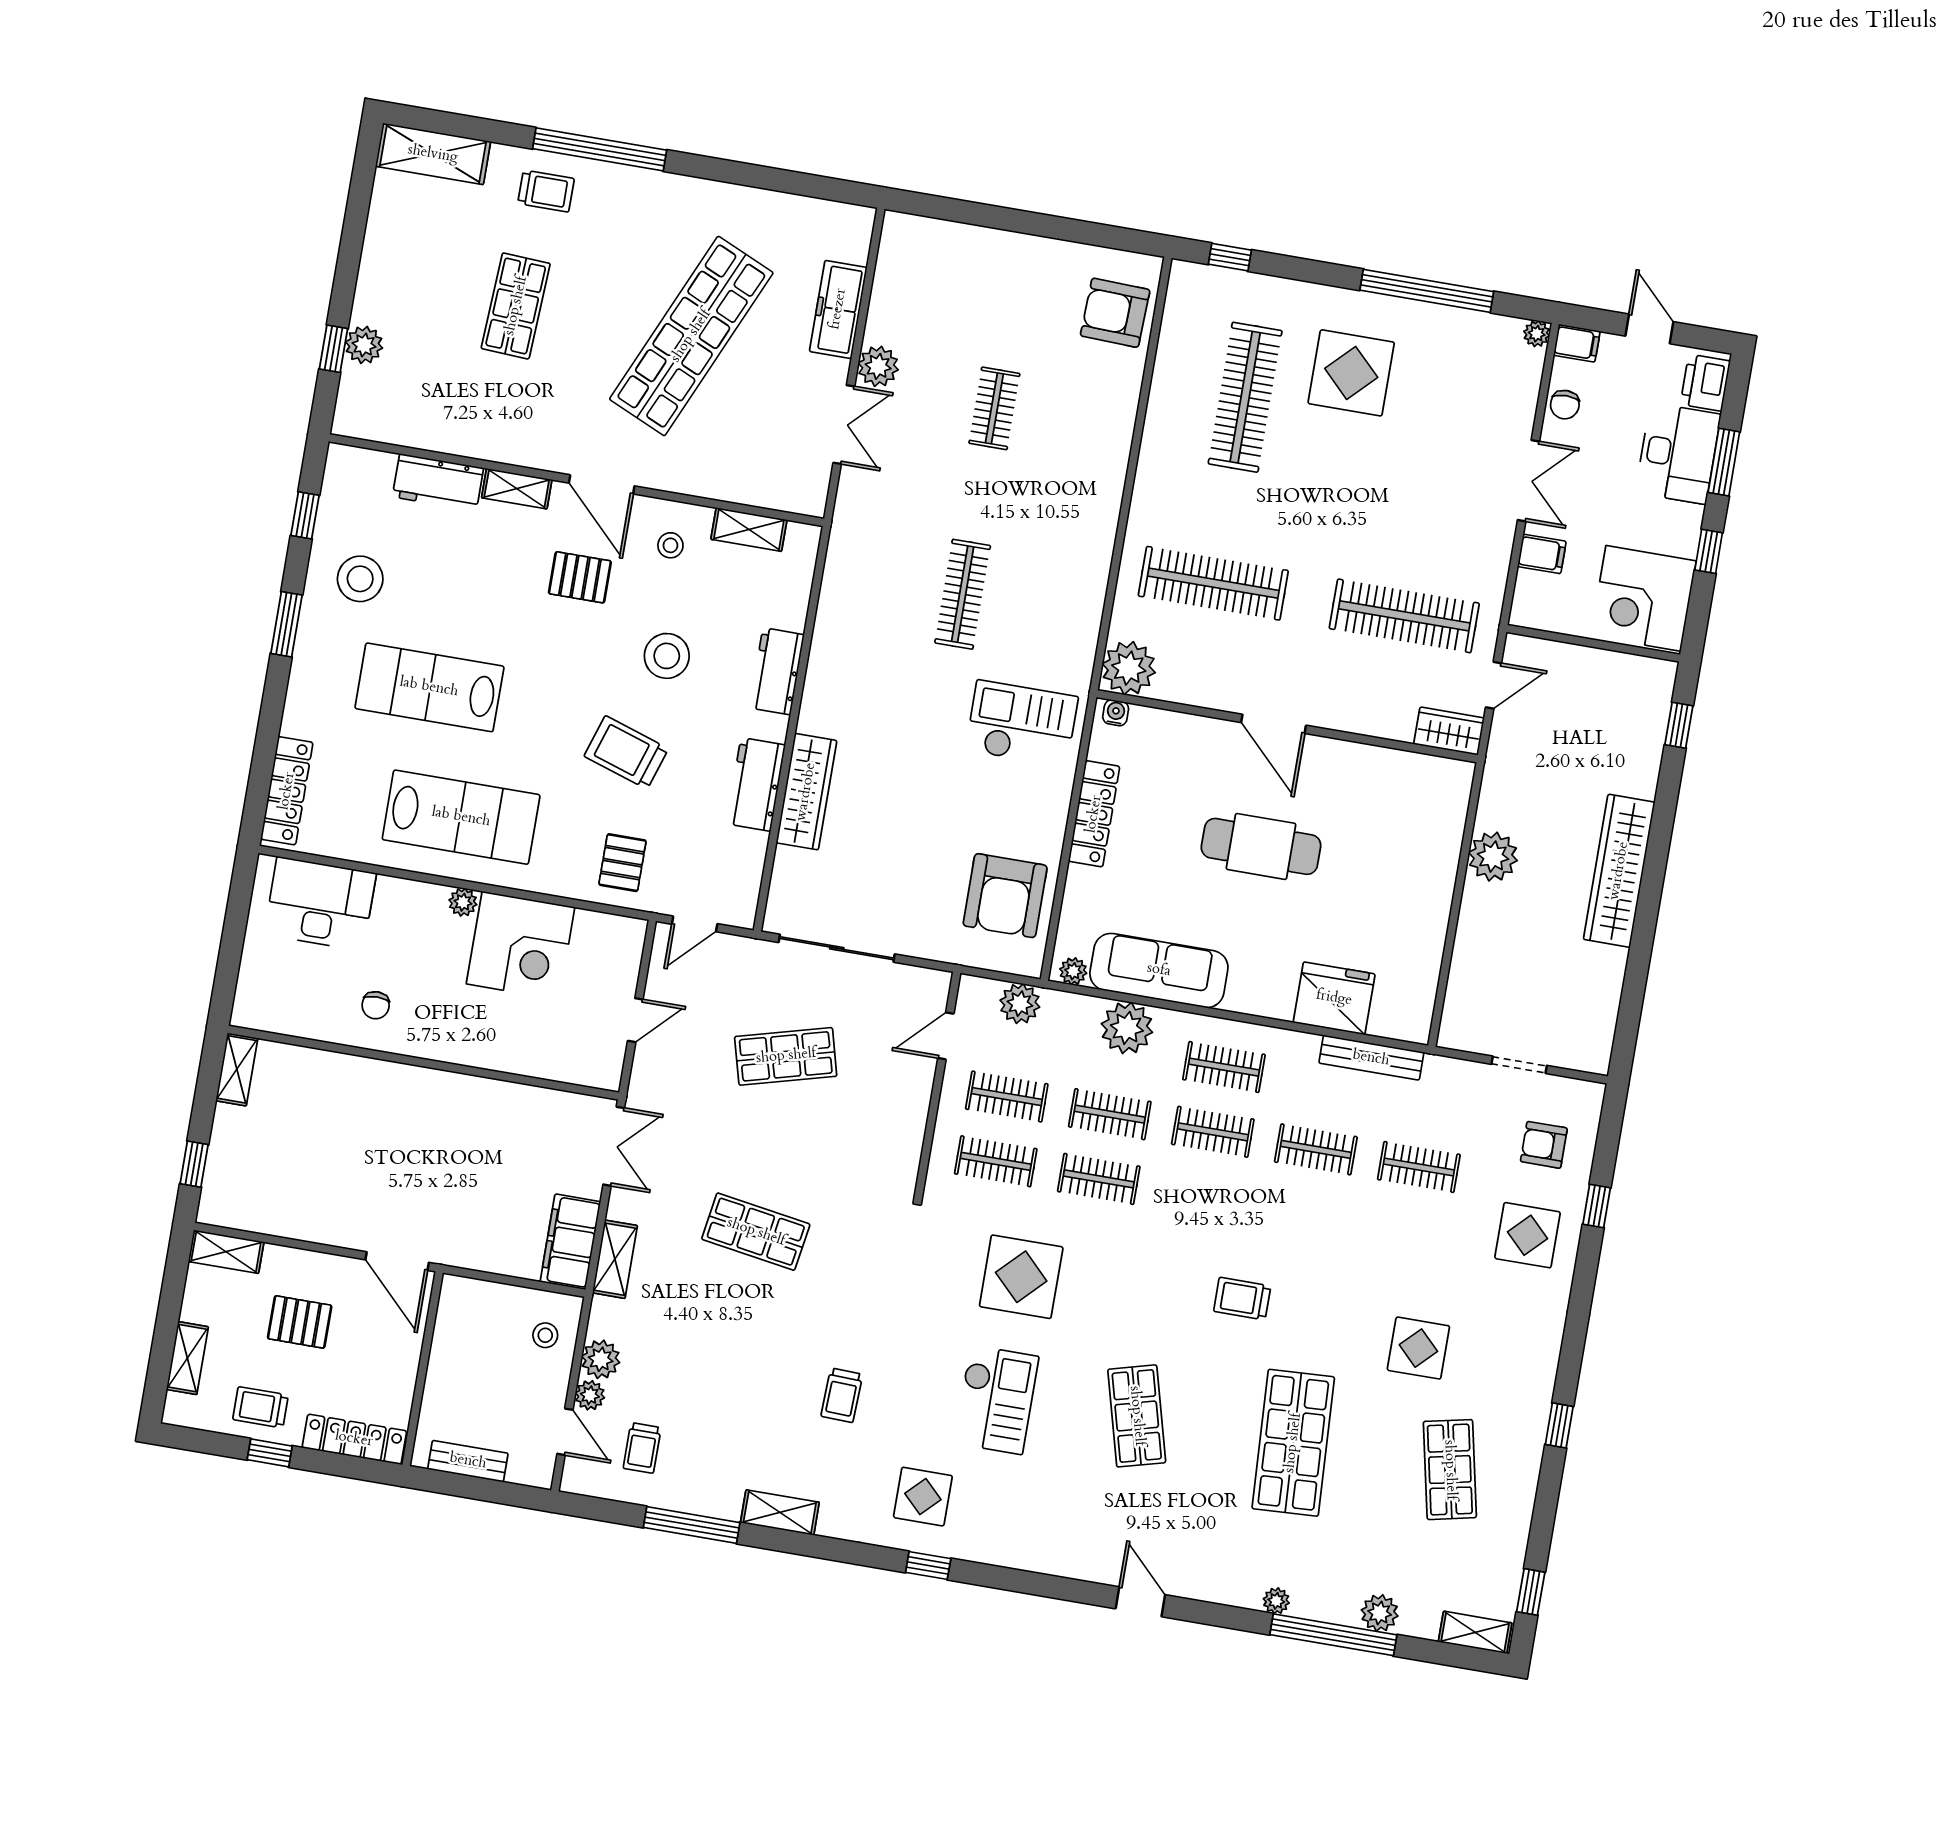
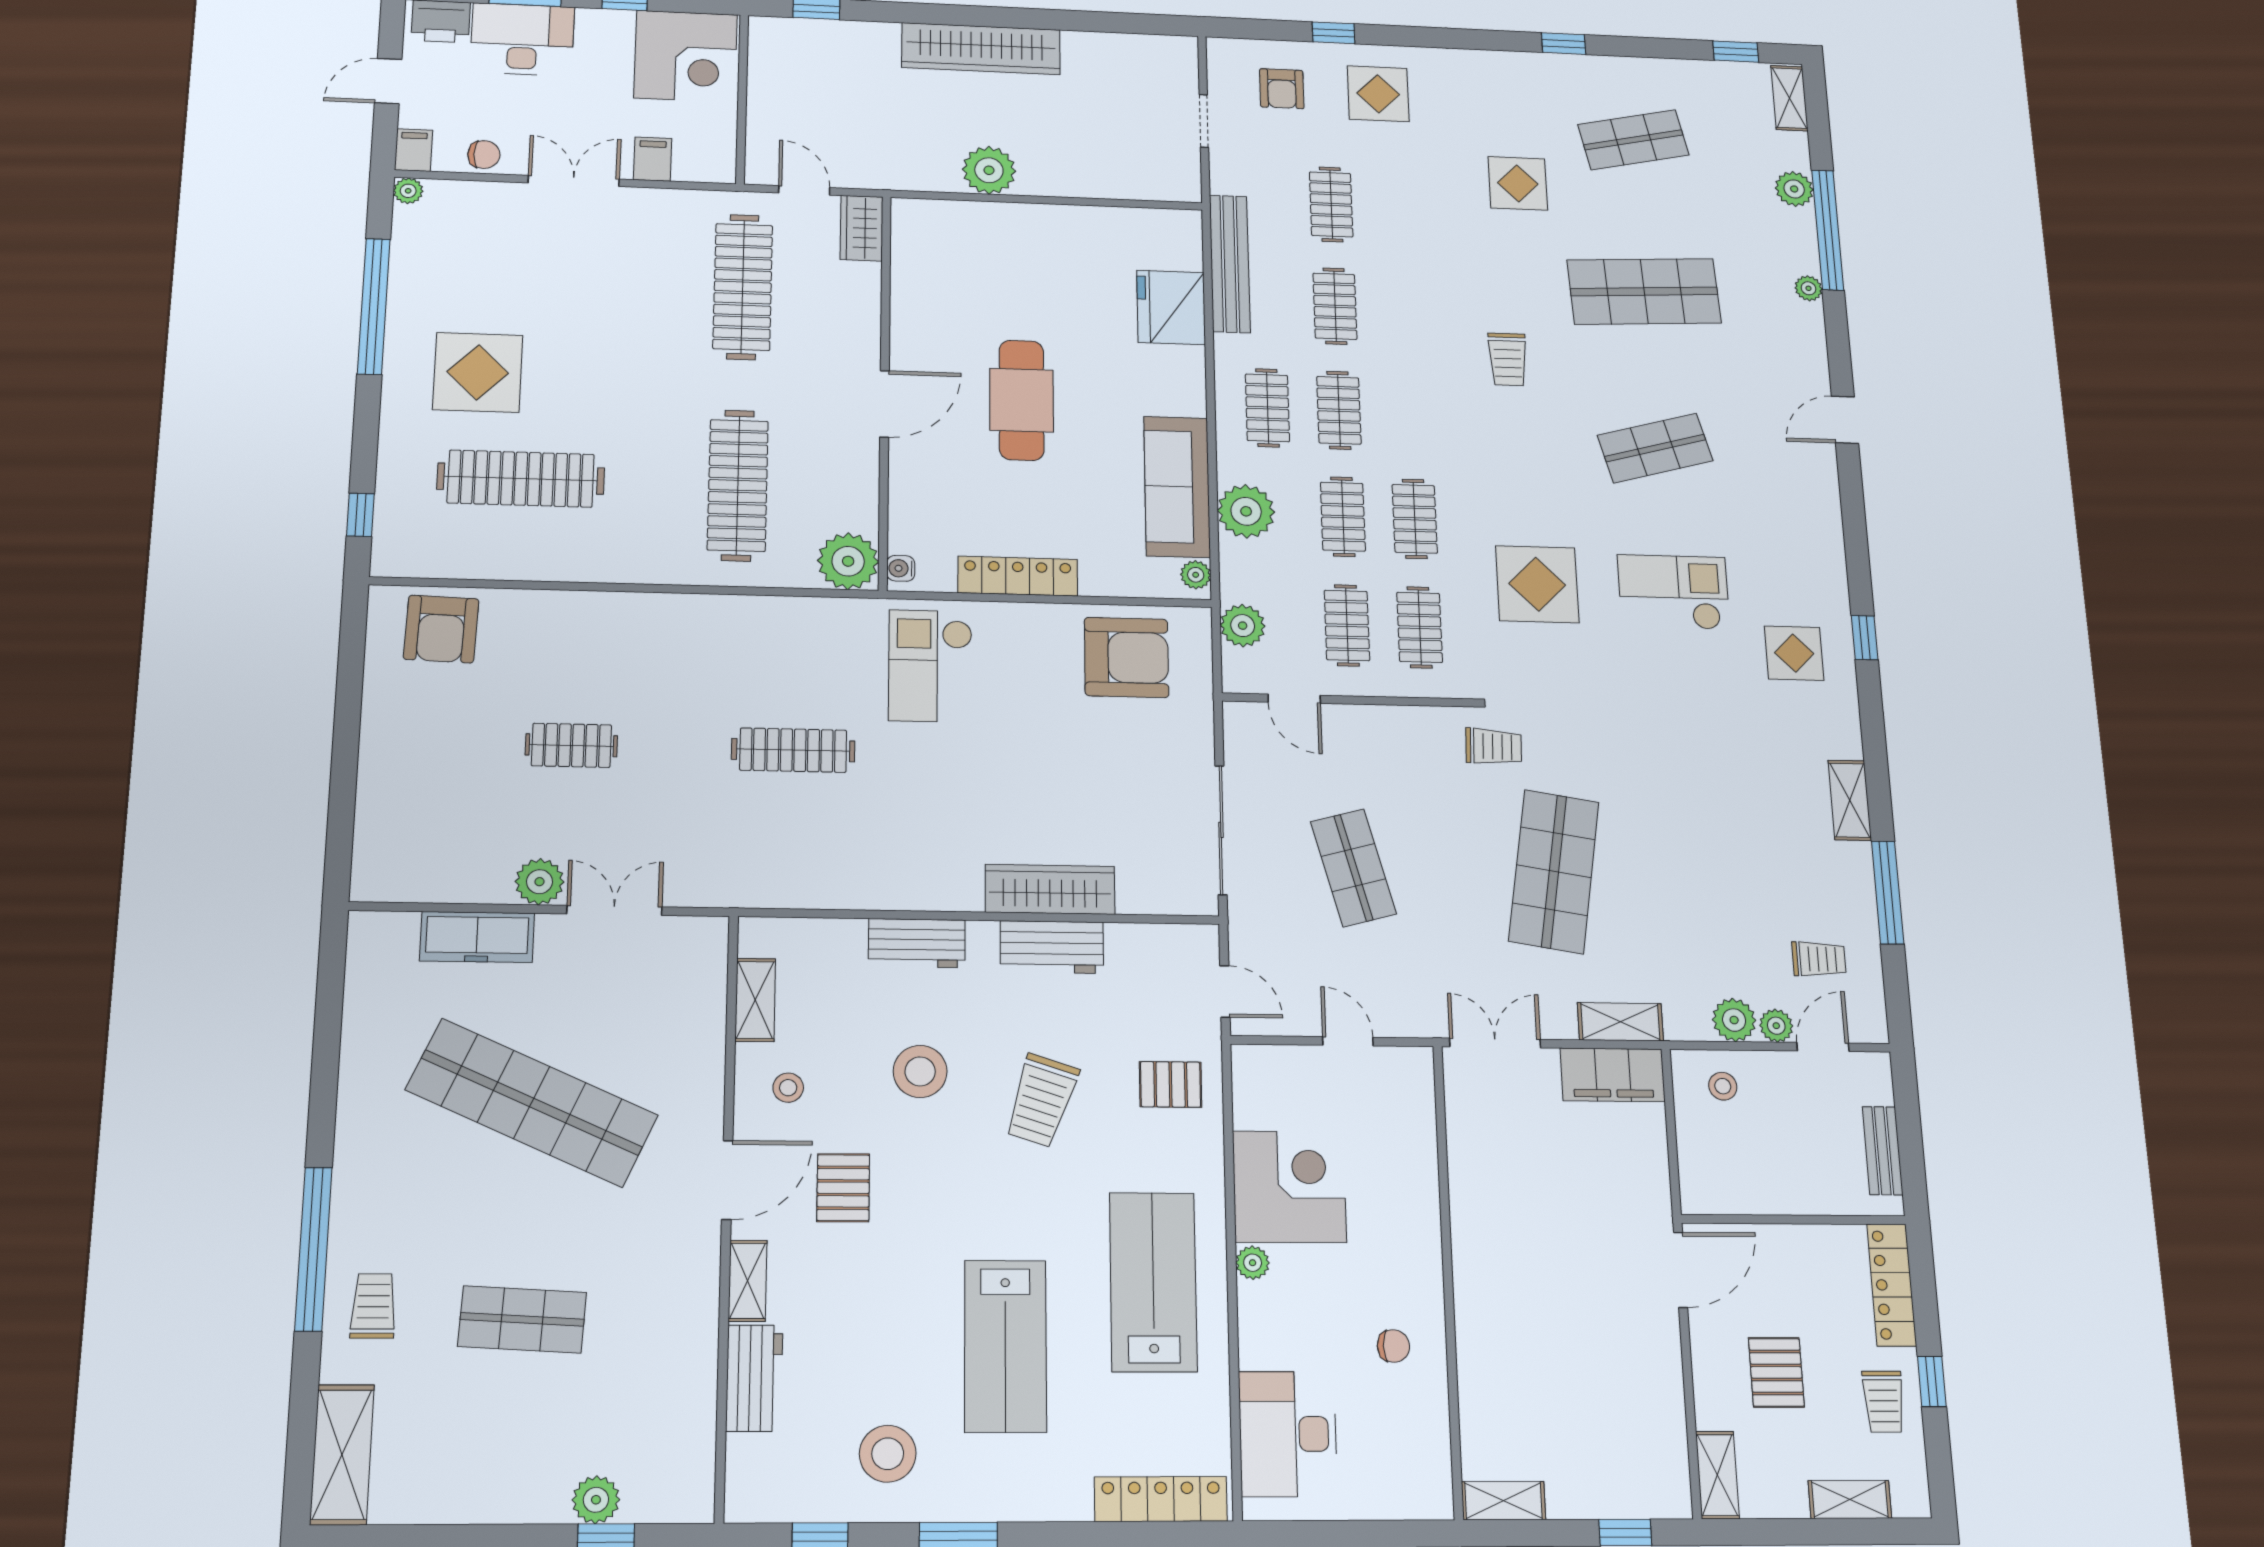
bench: (1371, 1058) -> (1230, 264), width x1.37, depth x1.21
shop shelf: (756, 1232) -> (1554, 871), width x1.43, depth x1.36
trolley: (842, 1395) -> (1494, 747), moved

